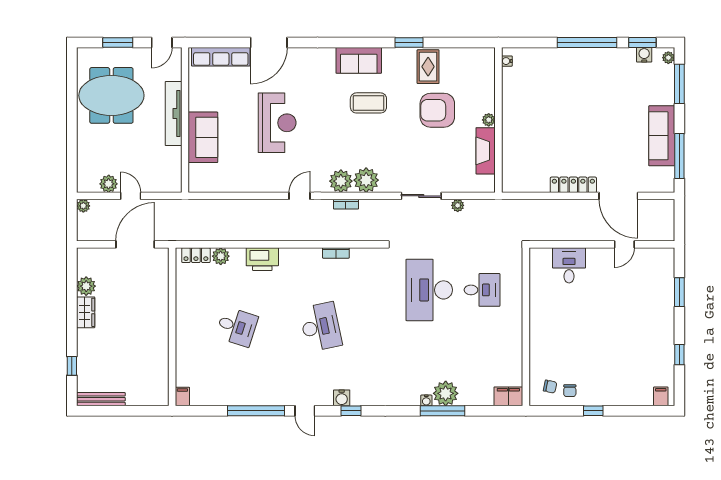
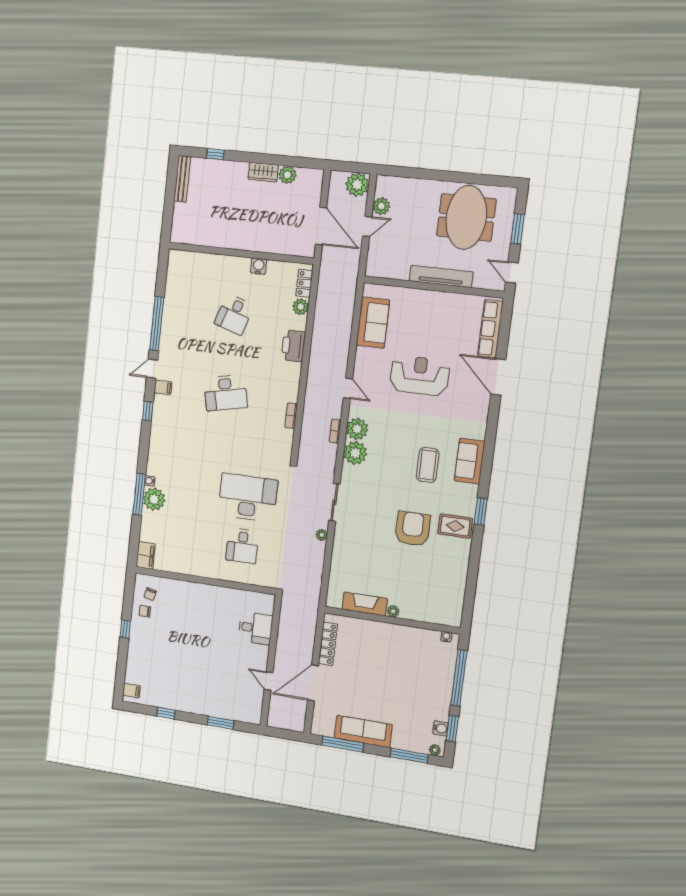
water cooler: (507, 61) -> (446, 637), moved
plant: (489, 120) -> (393, 611), moved
wall: (498, 120) -> (392, 620), moved
reception desk: (277, 123) -> (420, 376), turned 180
sofa: (203, 137) -> (373, 323), moved, turned -90
fireplace: (486, 151) -> (365, 604), moved
plant: (83, 206) -> (357, 185), width x1.88, depth x1.88
filing cabinet: (182, 397) -> (163, 387), moved
water cooler: (342, 398) -> (259, 266), moved, turned 90

